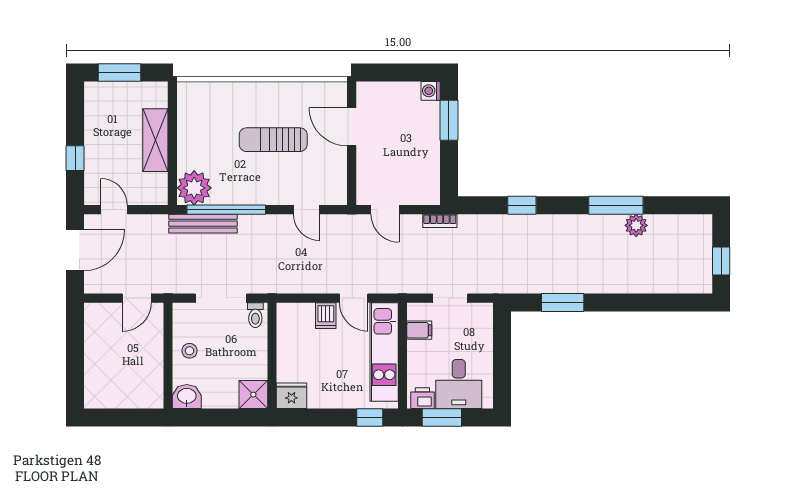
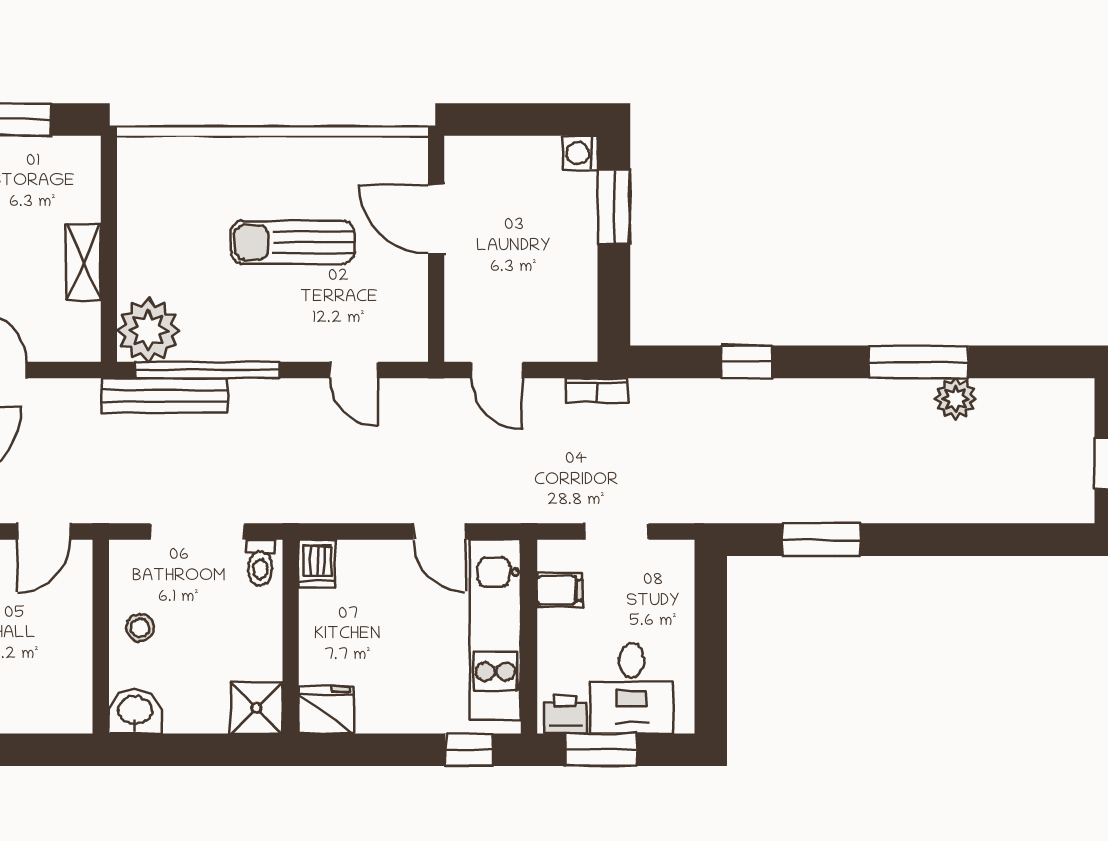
shelving: (155, 140) -> (84, 262), width x0.67, depth x0.75
dishwasher: (326, 316) -> (317, 564), moved

